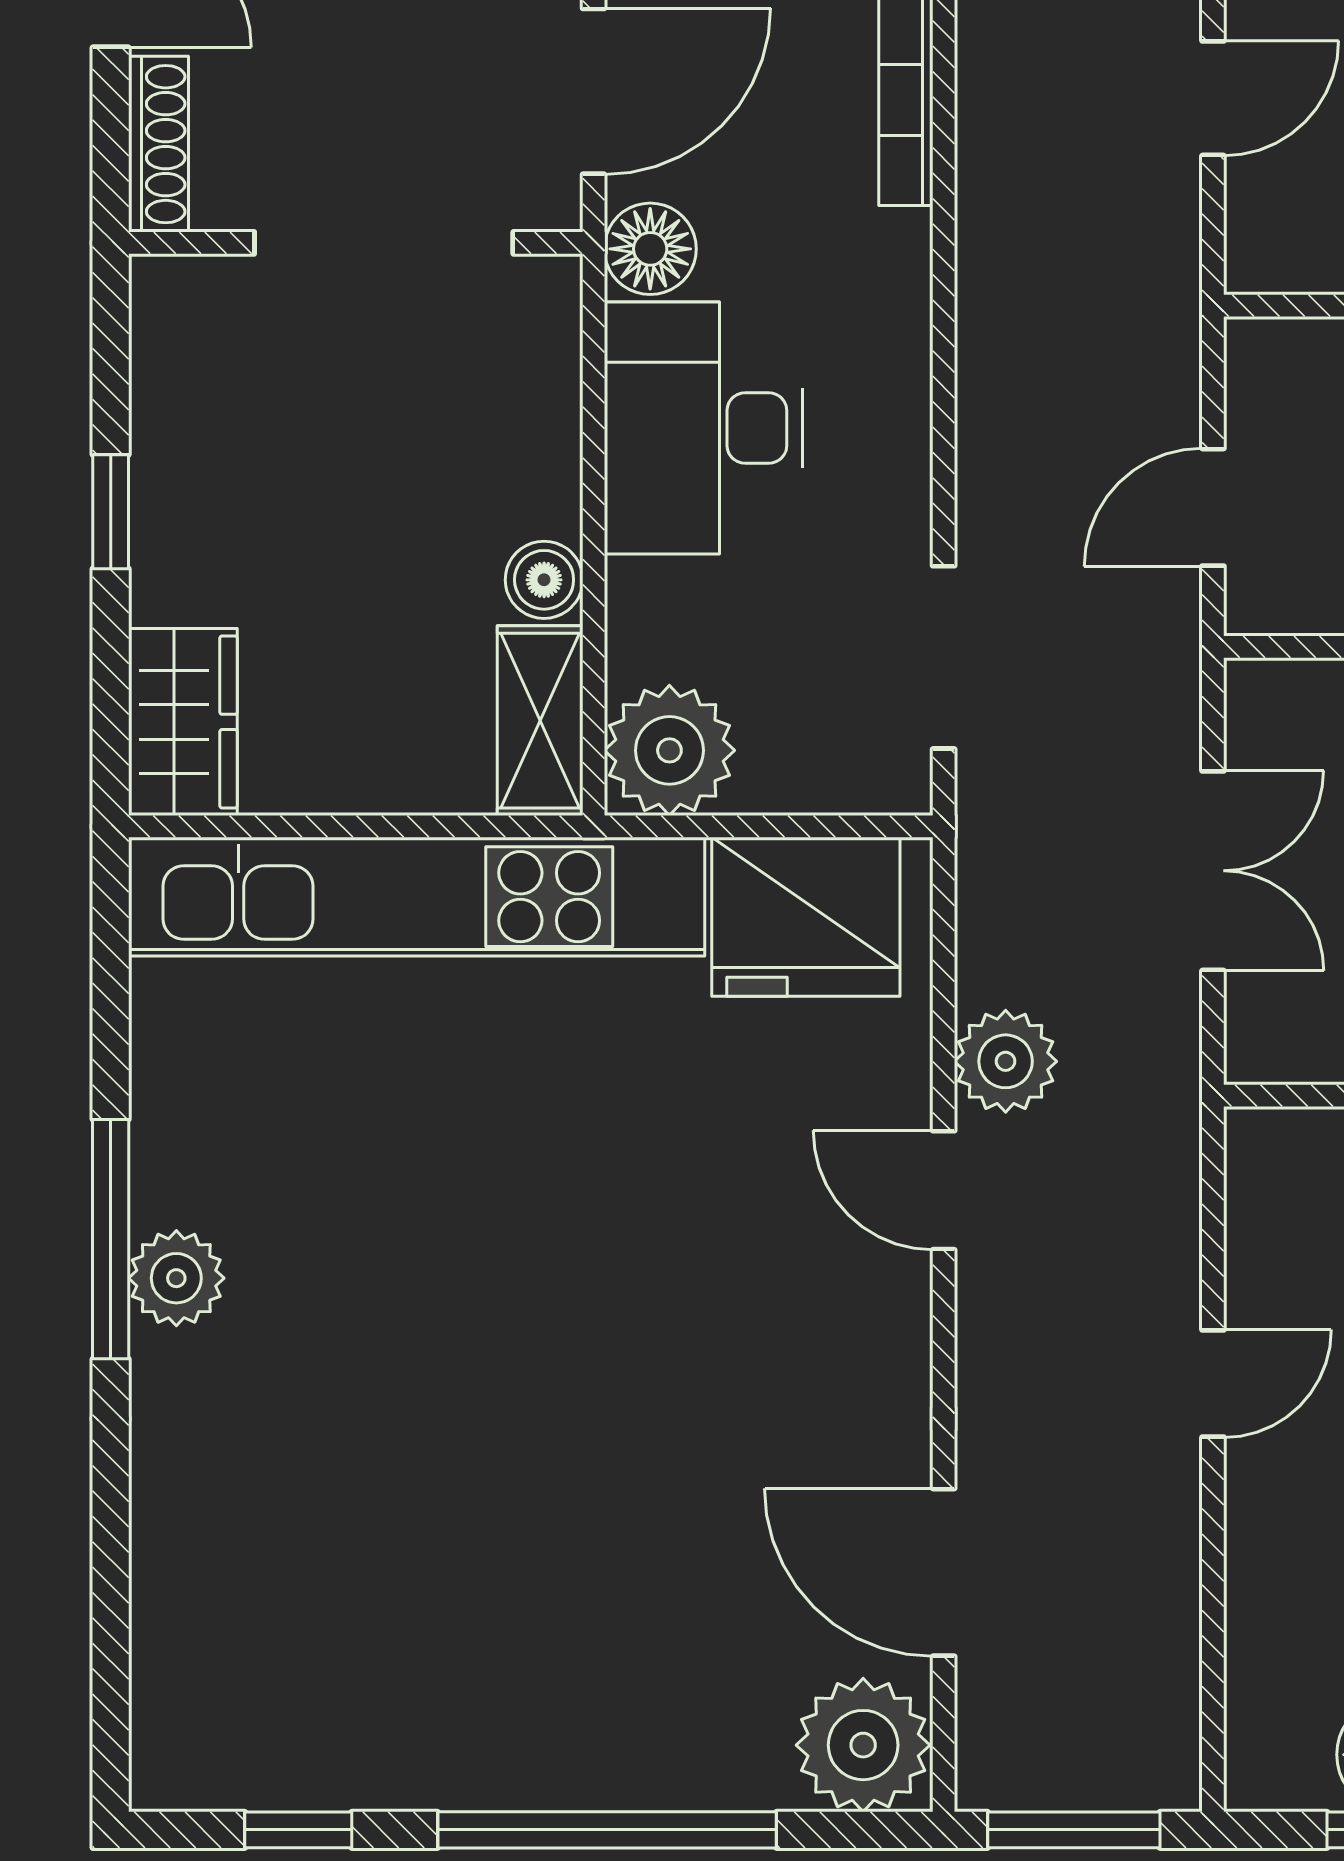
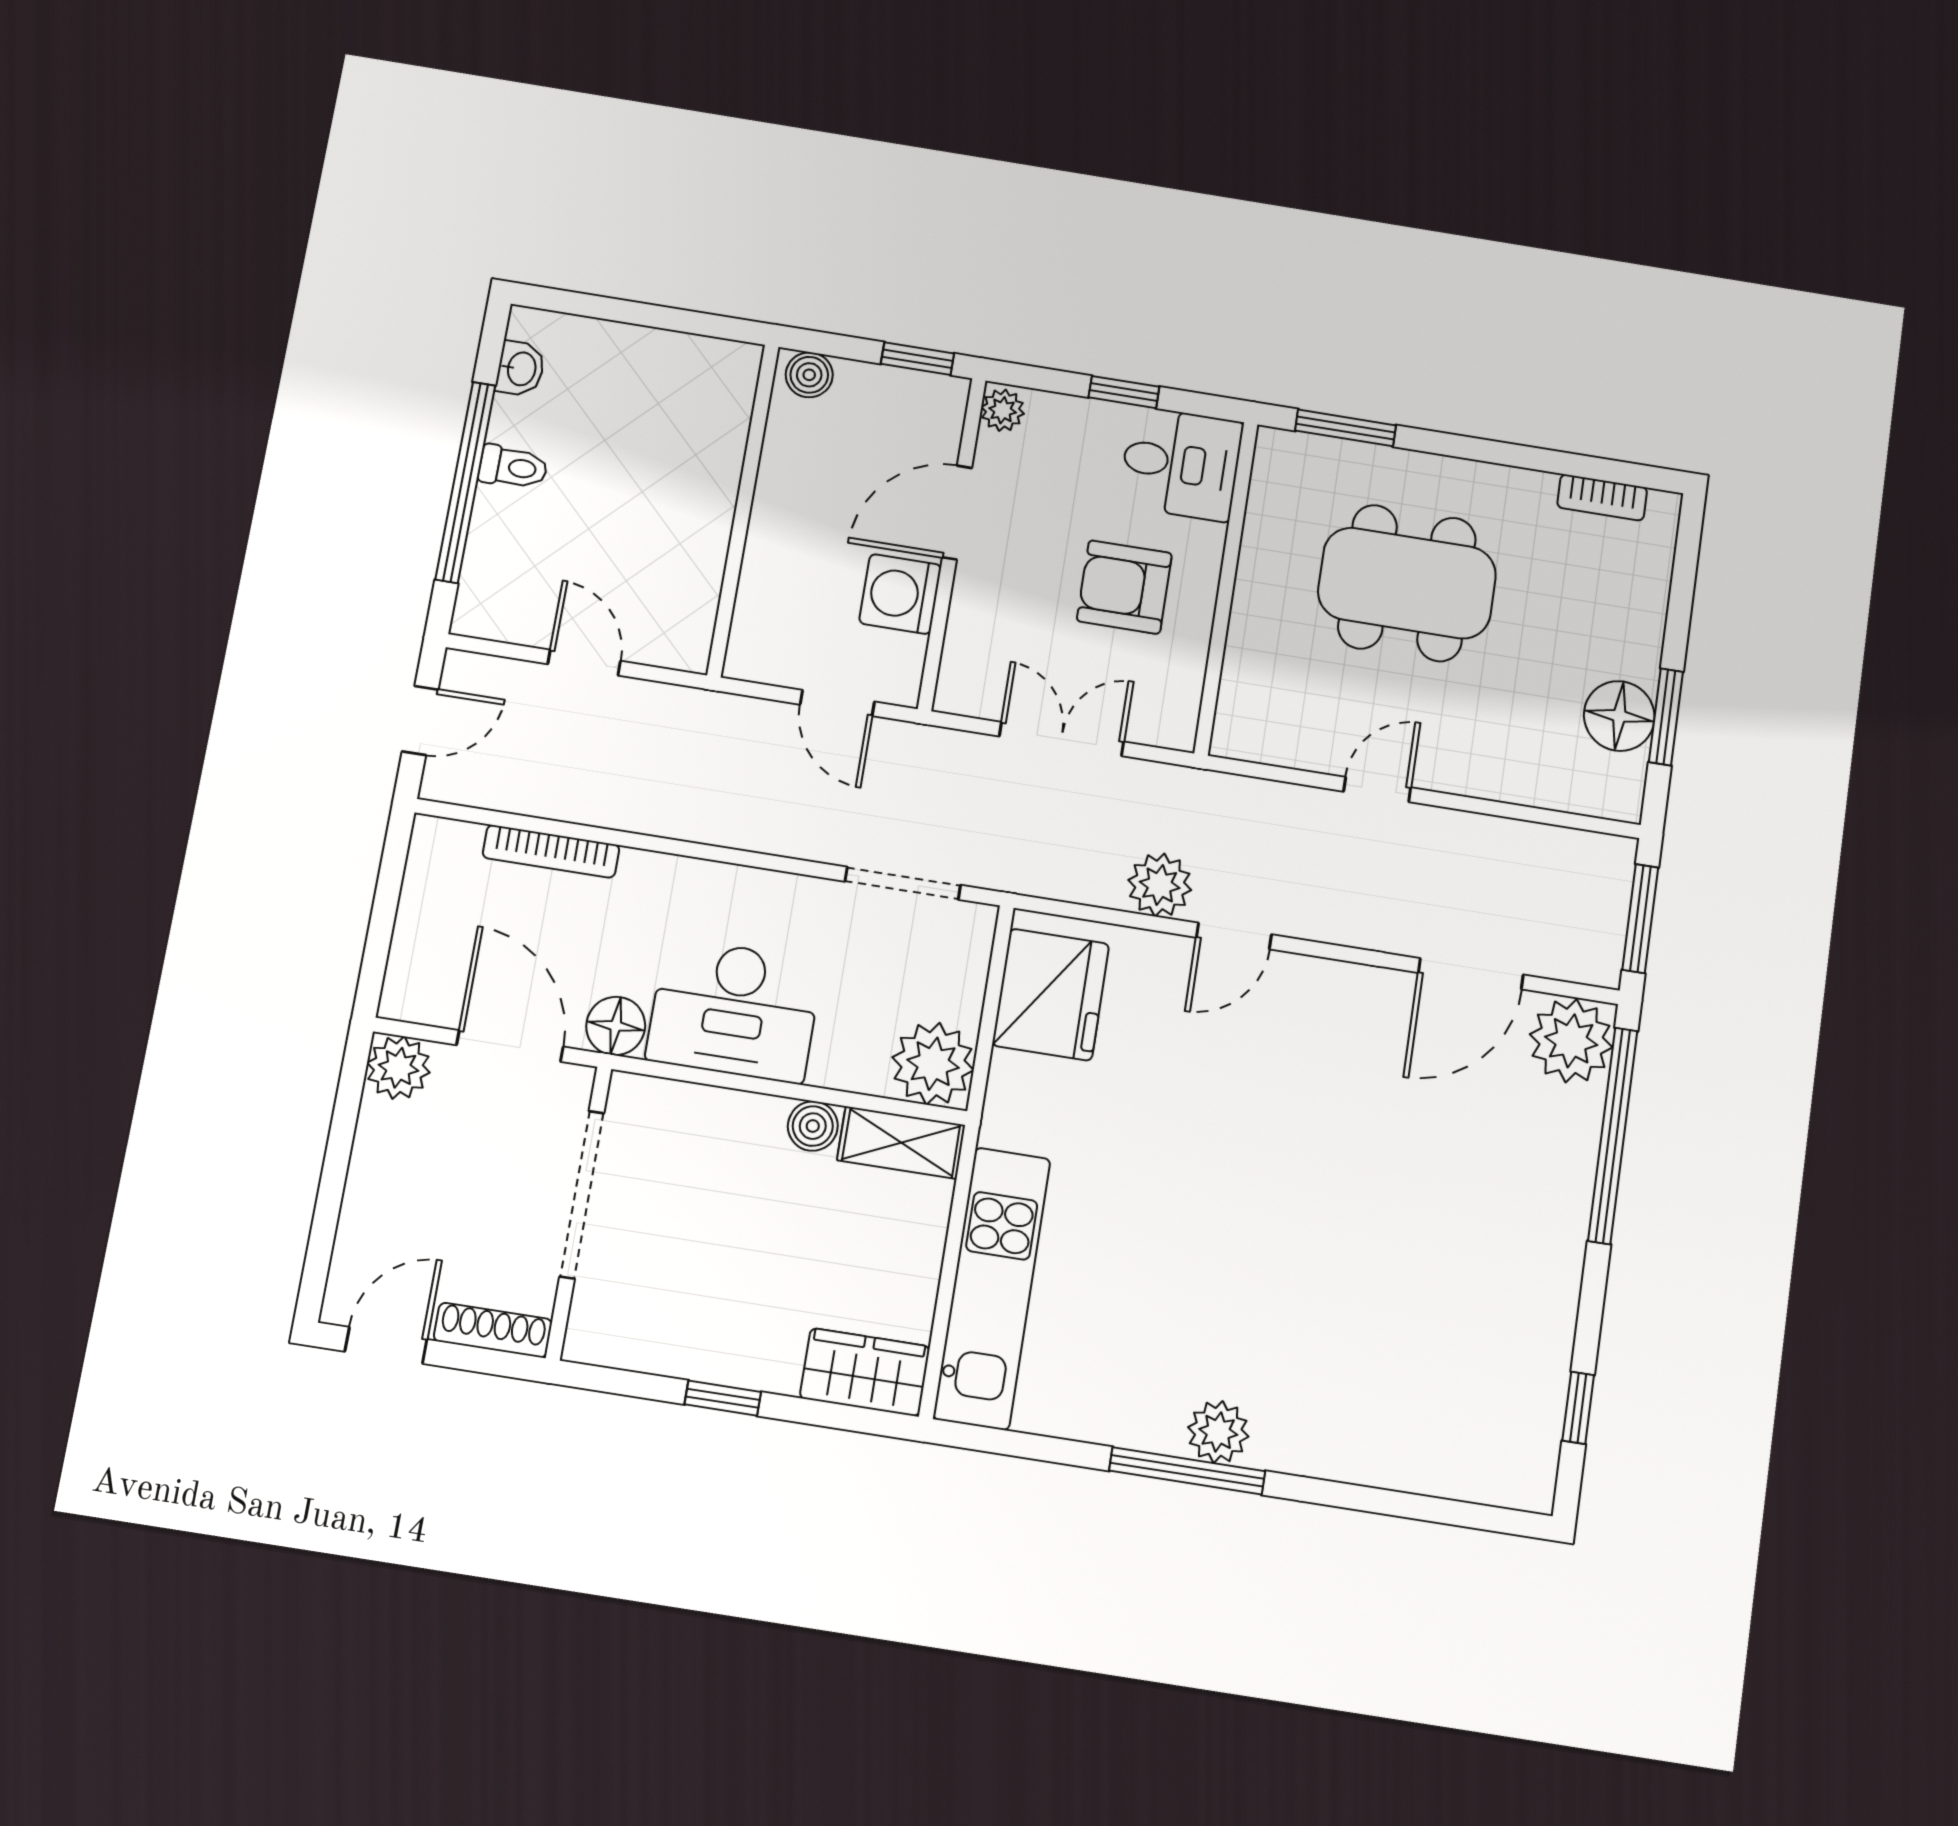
kitchen unit: (417, 897) -> (992, 1288), width x0.73
door: (1213, 1384) -> (1377, 790), hinge flipped
window: (607, 1830) -> (1613, 1136), moved

